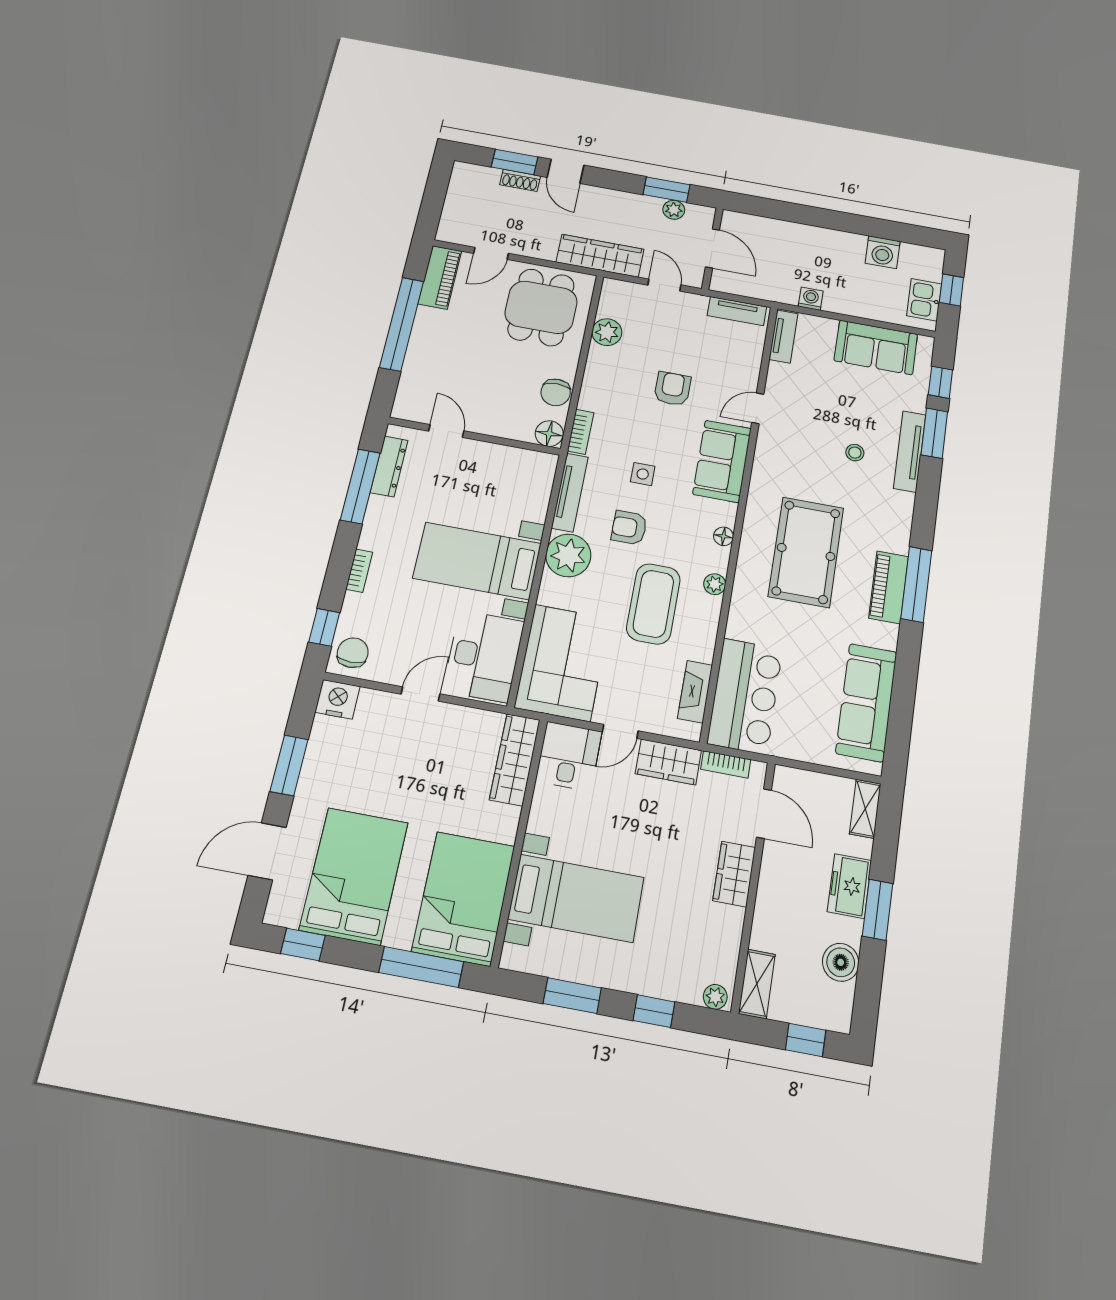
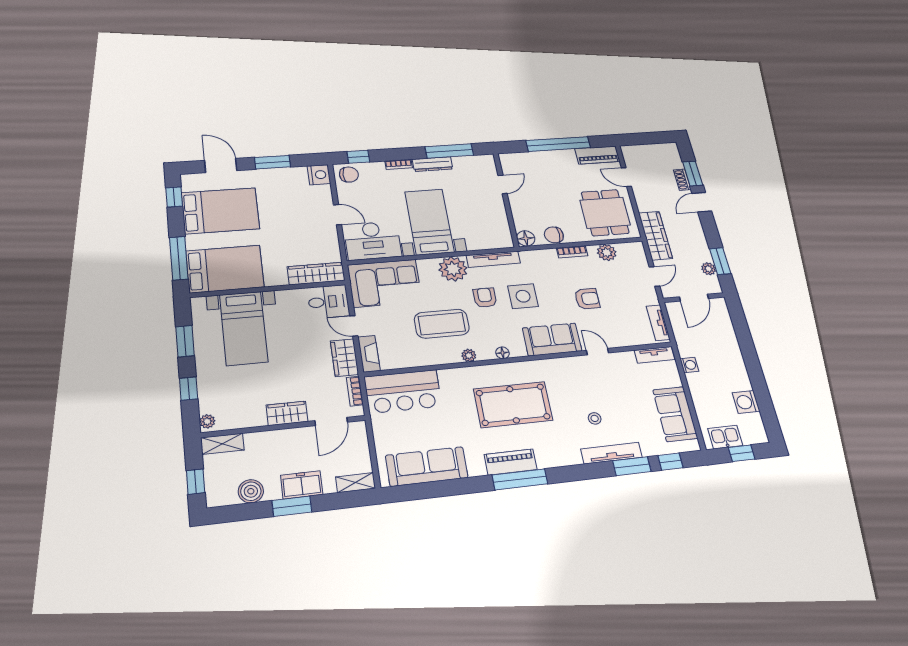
dining table: (541, 307) -> (605, 213), turned 90
bookcase: (580, 432) -> (572, 252), moved
dresser: (389, 466) -> (433, 164), moved
side table: (643, 474) -> (523, 296), width x1.87, depth x1.87
fireplace: (695, 692) -> (369, 354), moved, turned 90

